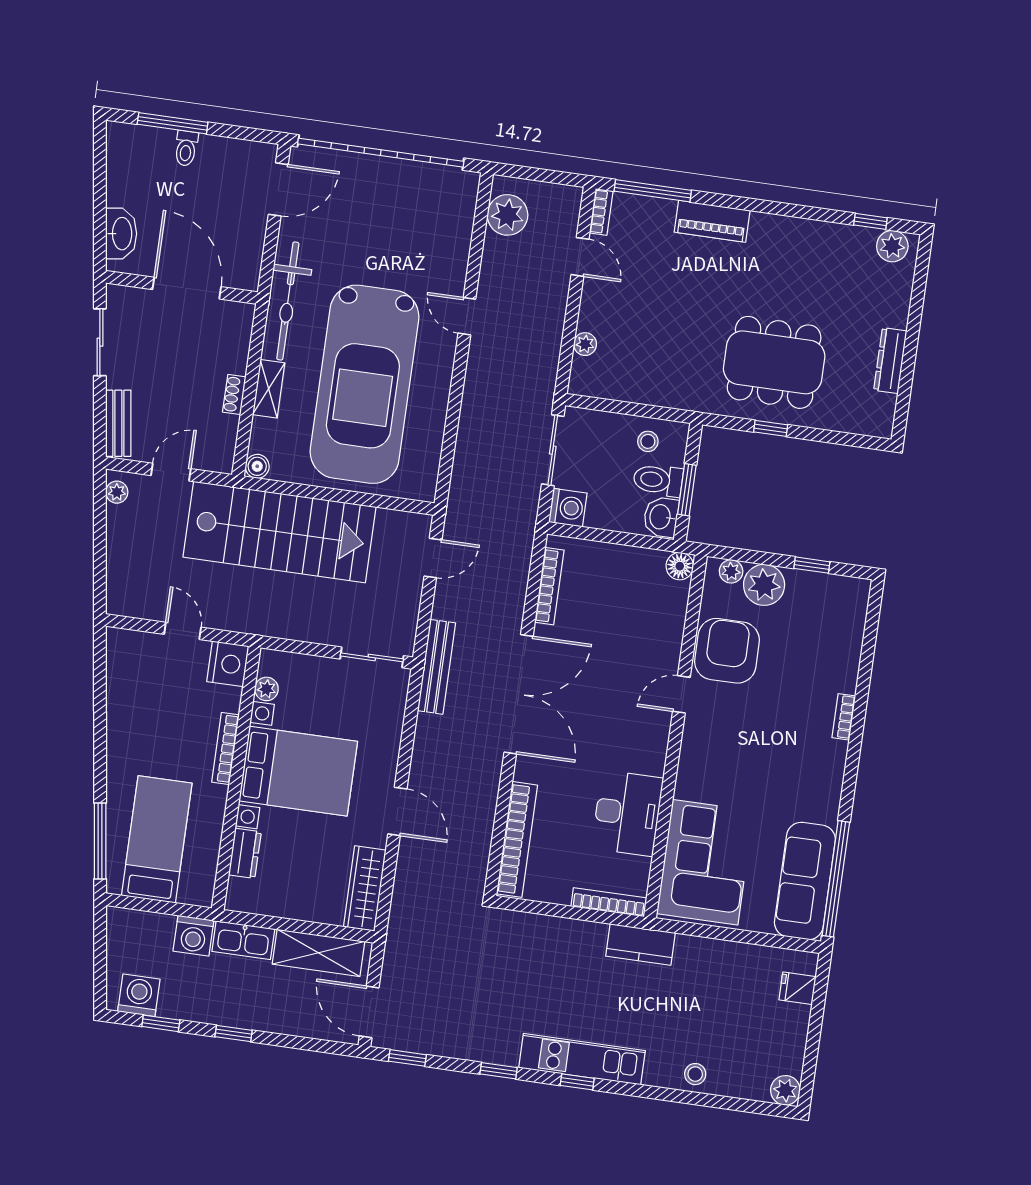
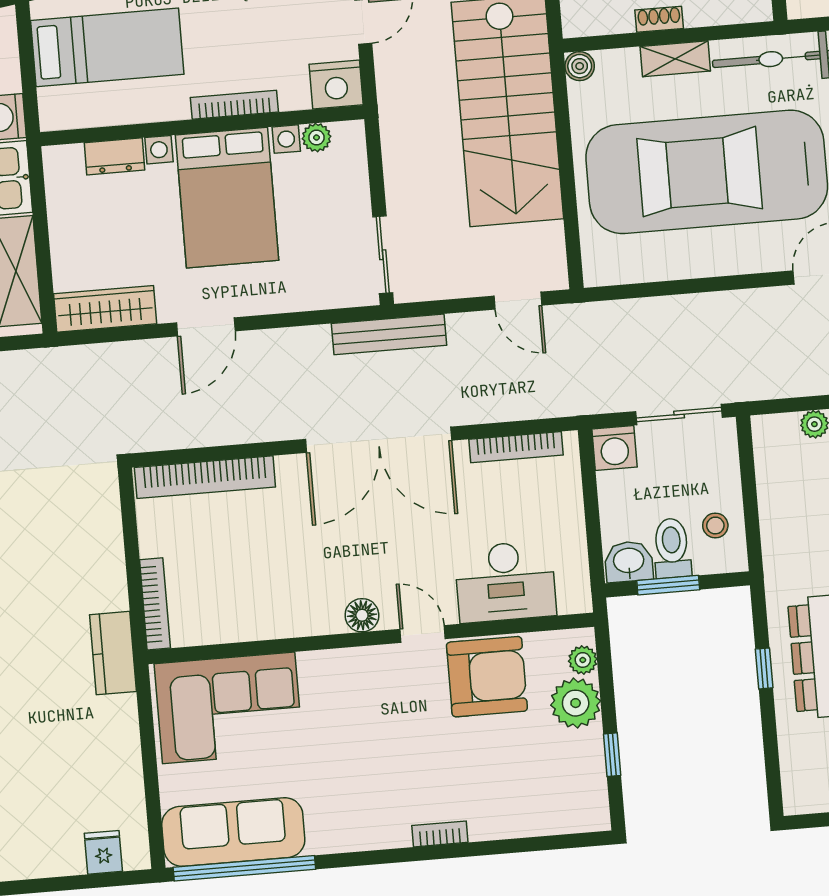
floor lamp: (680, 566) -> (362, 615), moved
desk: (627, 813) -> (505, 582), moved

